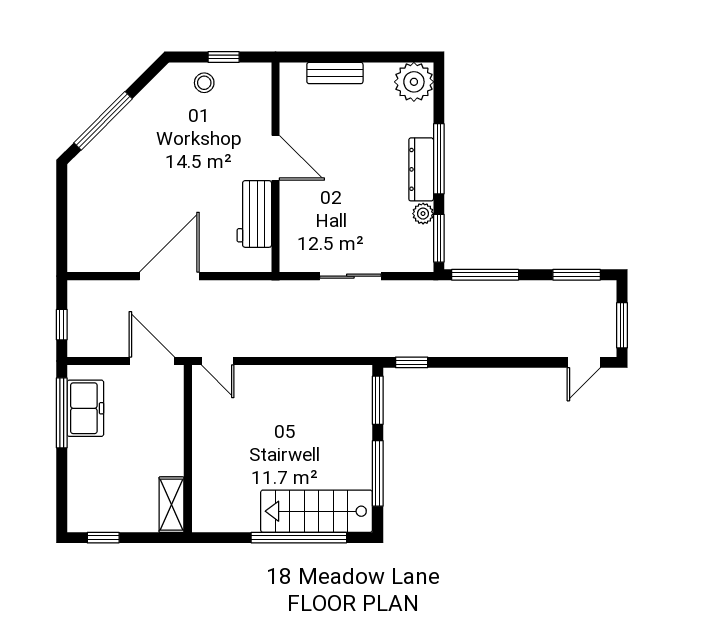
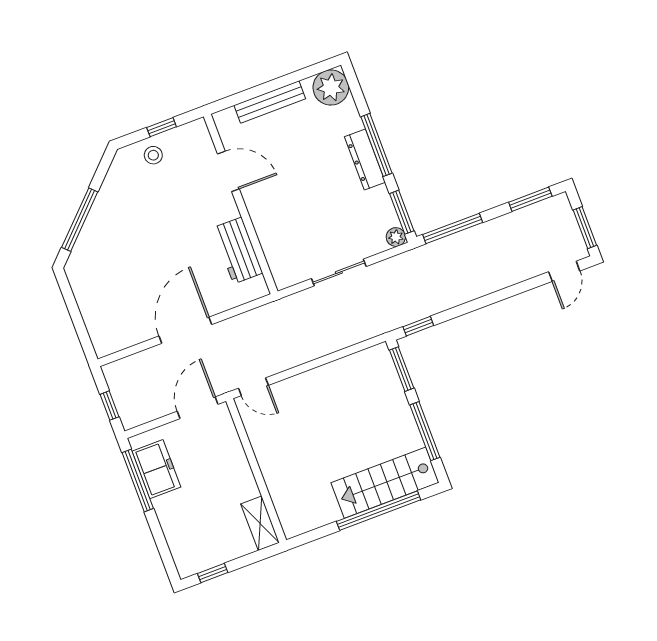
bench: (335, 73) -> (270, 102), width x1.36
door: (276, 158) -> (228, 171), moved
plant: (423, 214) -> (396, 237), moved
door: (152, 361) -> (198, 408), hinge flipped

